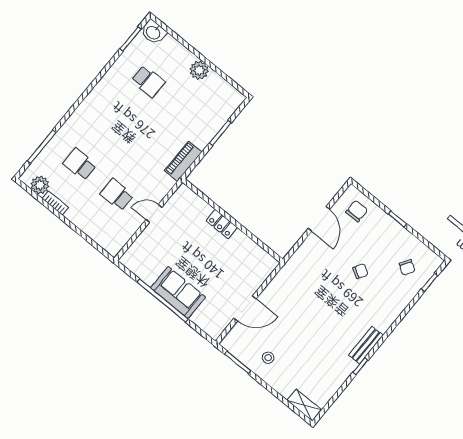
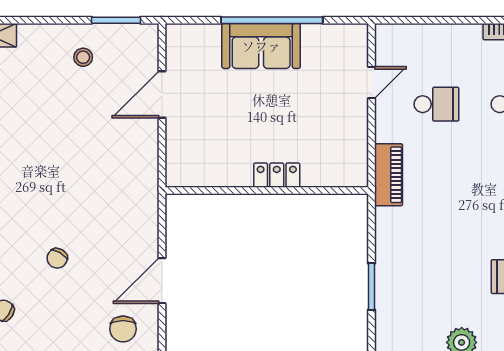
piano: (183, 161) -> (389, 175), moved
door: (154, 214) -> (372, 82), moved
door: (319, 219) -> (162, 281), hinge flipped

